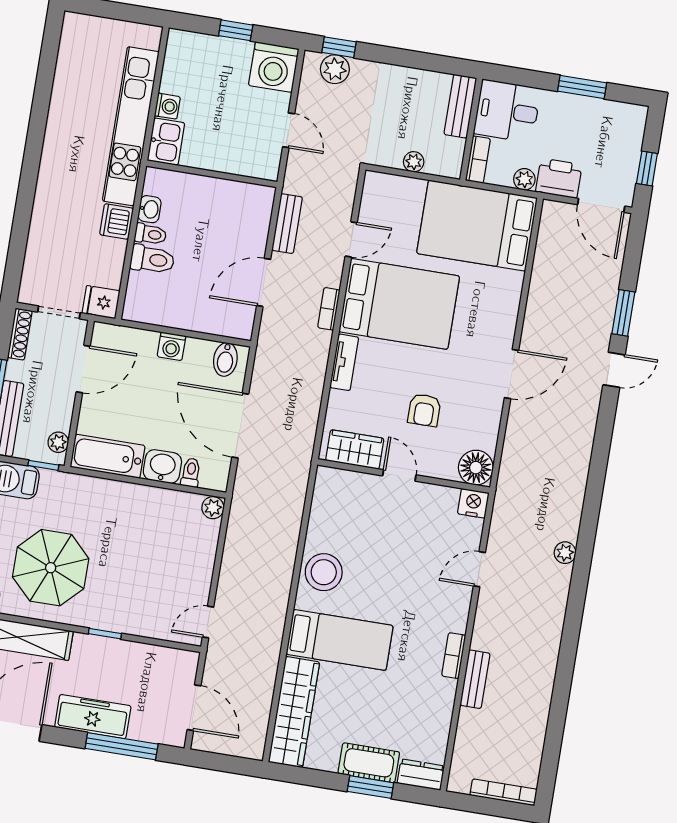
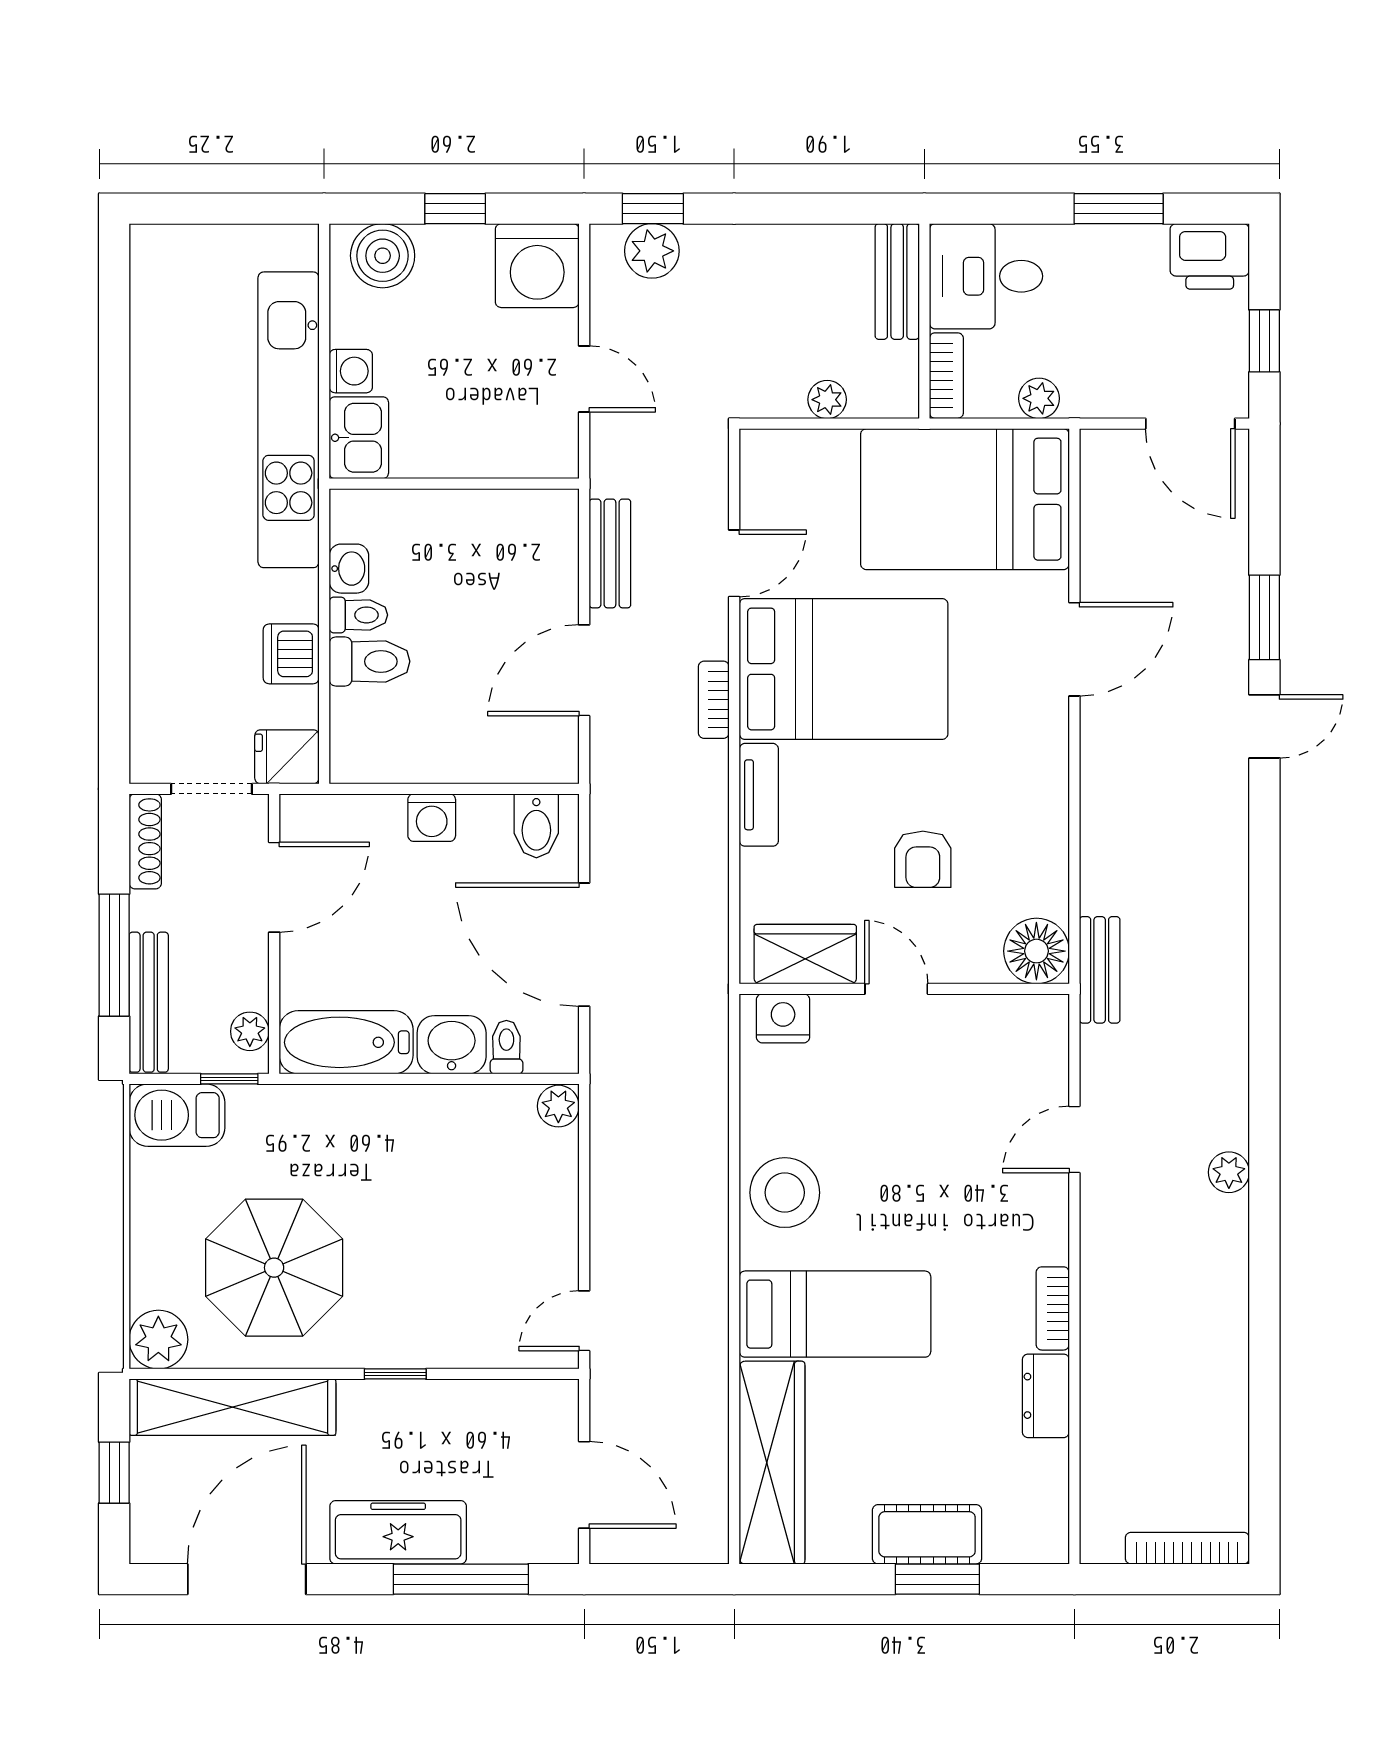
boiler: (194, 49) -> (383, 256), added
printer: (559, 178) -> (1210, 256), moved, turned 180
dishwasher: (117, 221) -> (291, 654), moved
door: (511, 374) -> (1074, 649), moved
nightstand: (473, 503) -> (783, 1018), moved
plant: (565, 553) -> (1229, 1172), moved
bench: (475, 679) -> (1100, 970), moved
dresser: (421, 775) -> (1046, 1396), moved, turned -90

